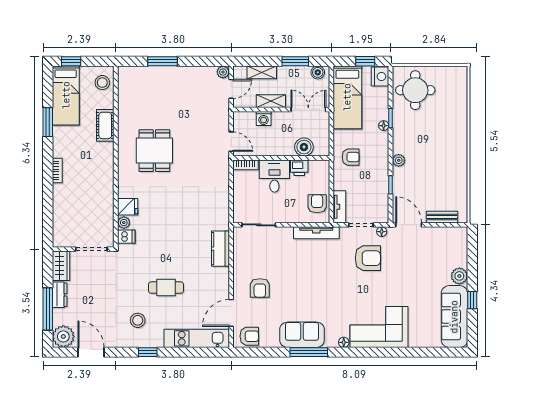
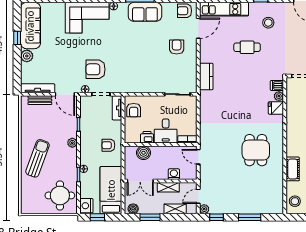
window: (207, 61) -> (216, 217), added
sun lounger: (445, 140) -> (38, 158), added
tv unit: (316, 233) -> (38, 88), moved

